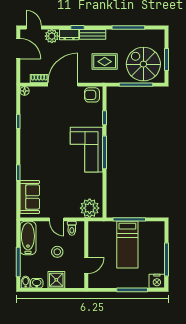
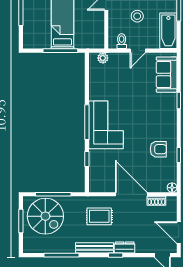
bench: (93, 34) -> (94, 248), width x1.36
plant: (52, 36) -> (143, 246), removed
rug: (105, 62) -> (99, 216), moved
door: (63, 85) -> (131, 194), swing flipped
armchair: (92, 95) -> (158, 149), moved
plant: (90, 208) -> (103, 58), width x0.53, depth x0.53
door: (57, 219) -> (138, 51), swing flipped

